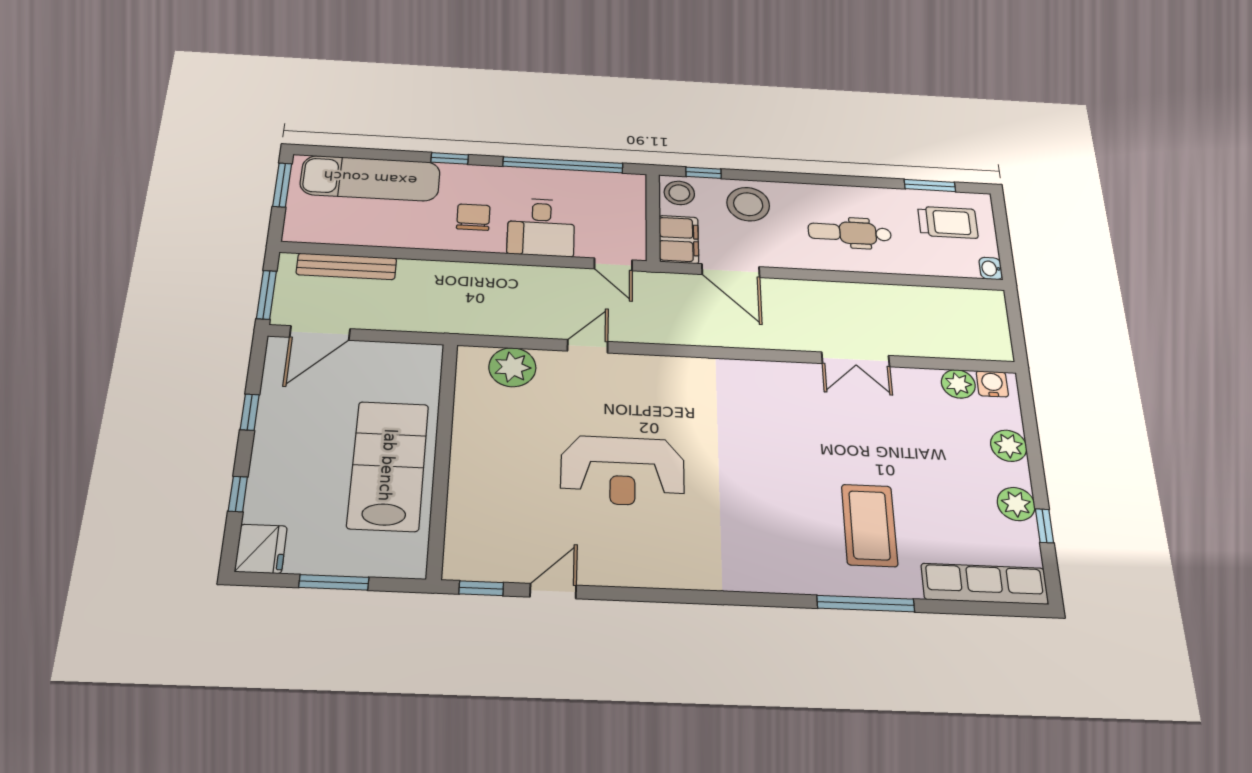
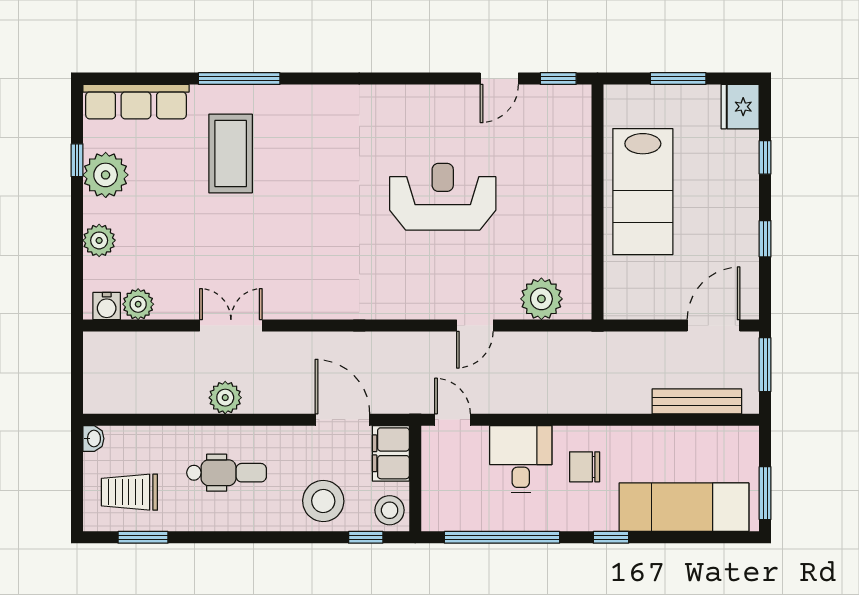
chair: (473, 217) -> (585, 467), turned 90
plant: (856, 296) -> (225, 398), added
plant: (1016, 504) -> (106, 175), width x1.36, depth x1.36

